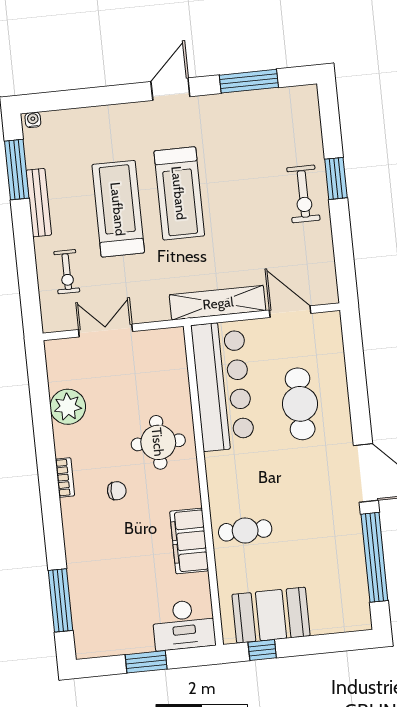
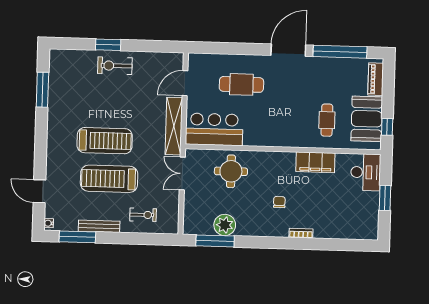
door: (170, 89) -> (39, 191), moved
exercise bike: (303, 194) -> (115, 66), turned 180
double door: (106, 330) -> (182, 173), moved
bar counter: (223, 386) -> (214, 129), width x0.73
round table: (158, 442) -> (231, 171), moved
bookcase: (65, 477) -> (301, 233), moved
cafe table: (245, 530) -> (327, 120), moved
window: (61, 600) -> (215, 241), moved
piano: (337, 621) -> (376, 79), added

